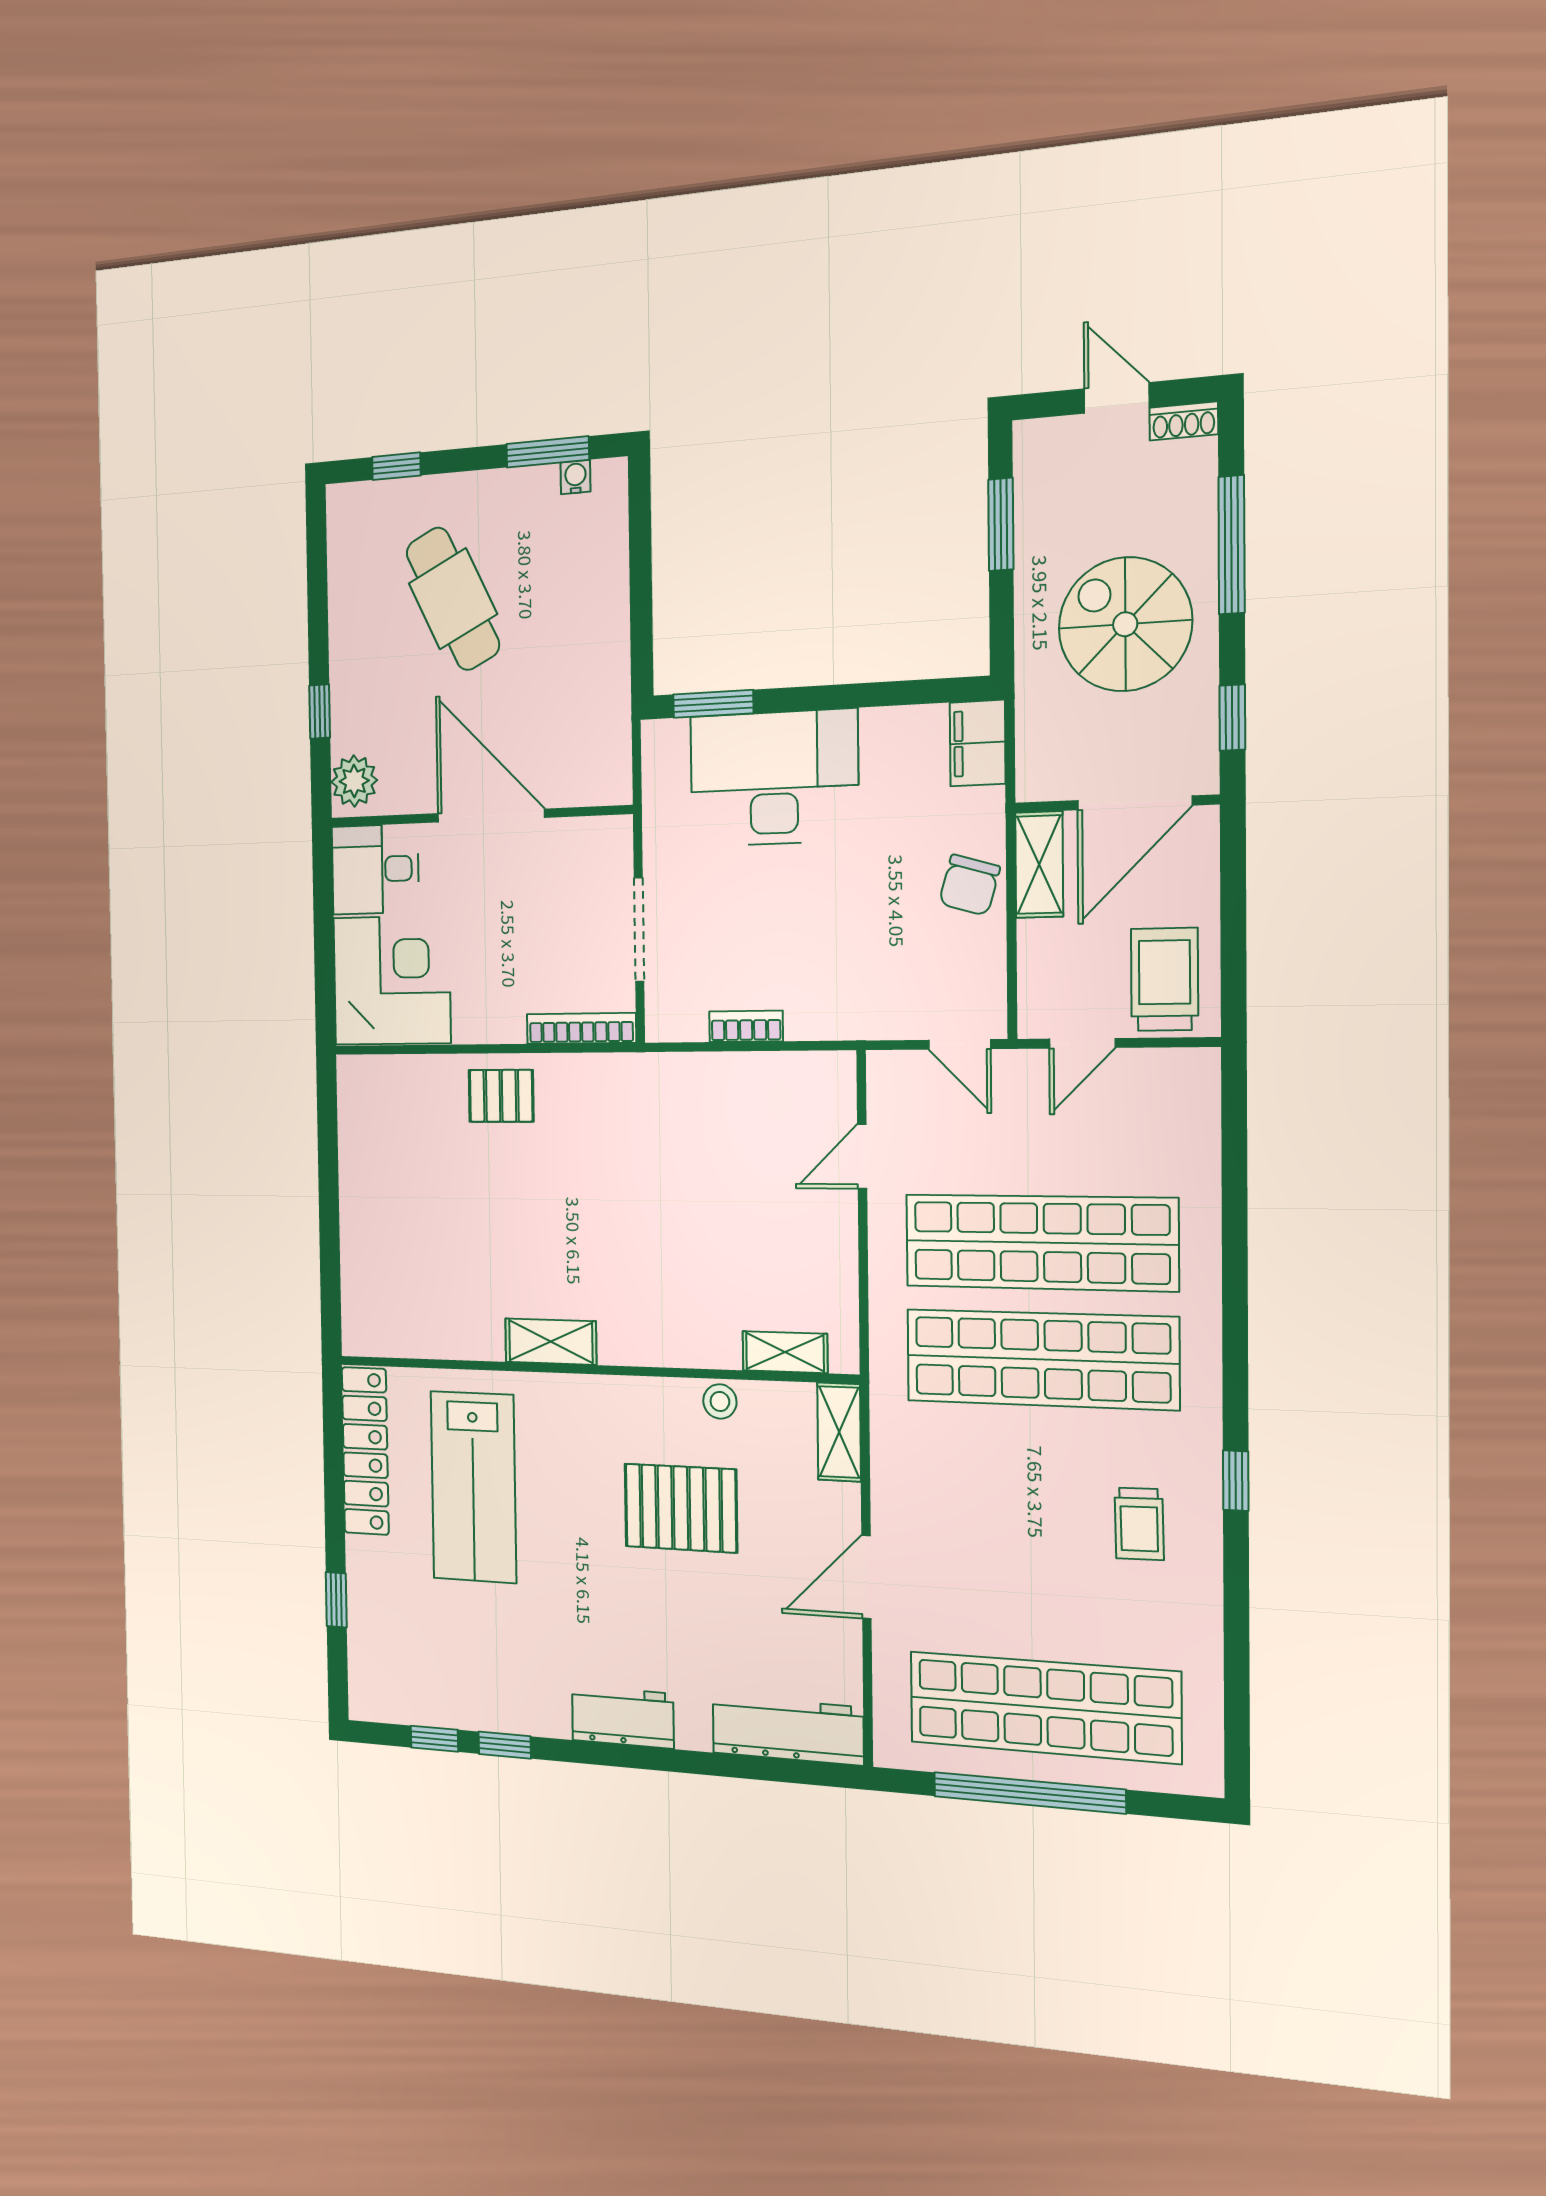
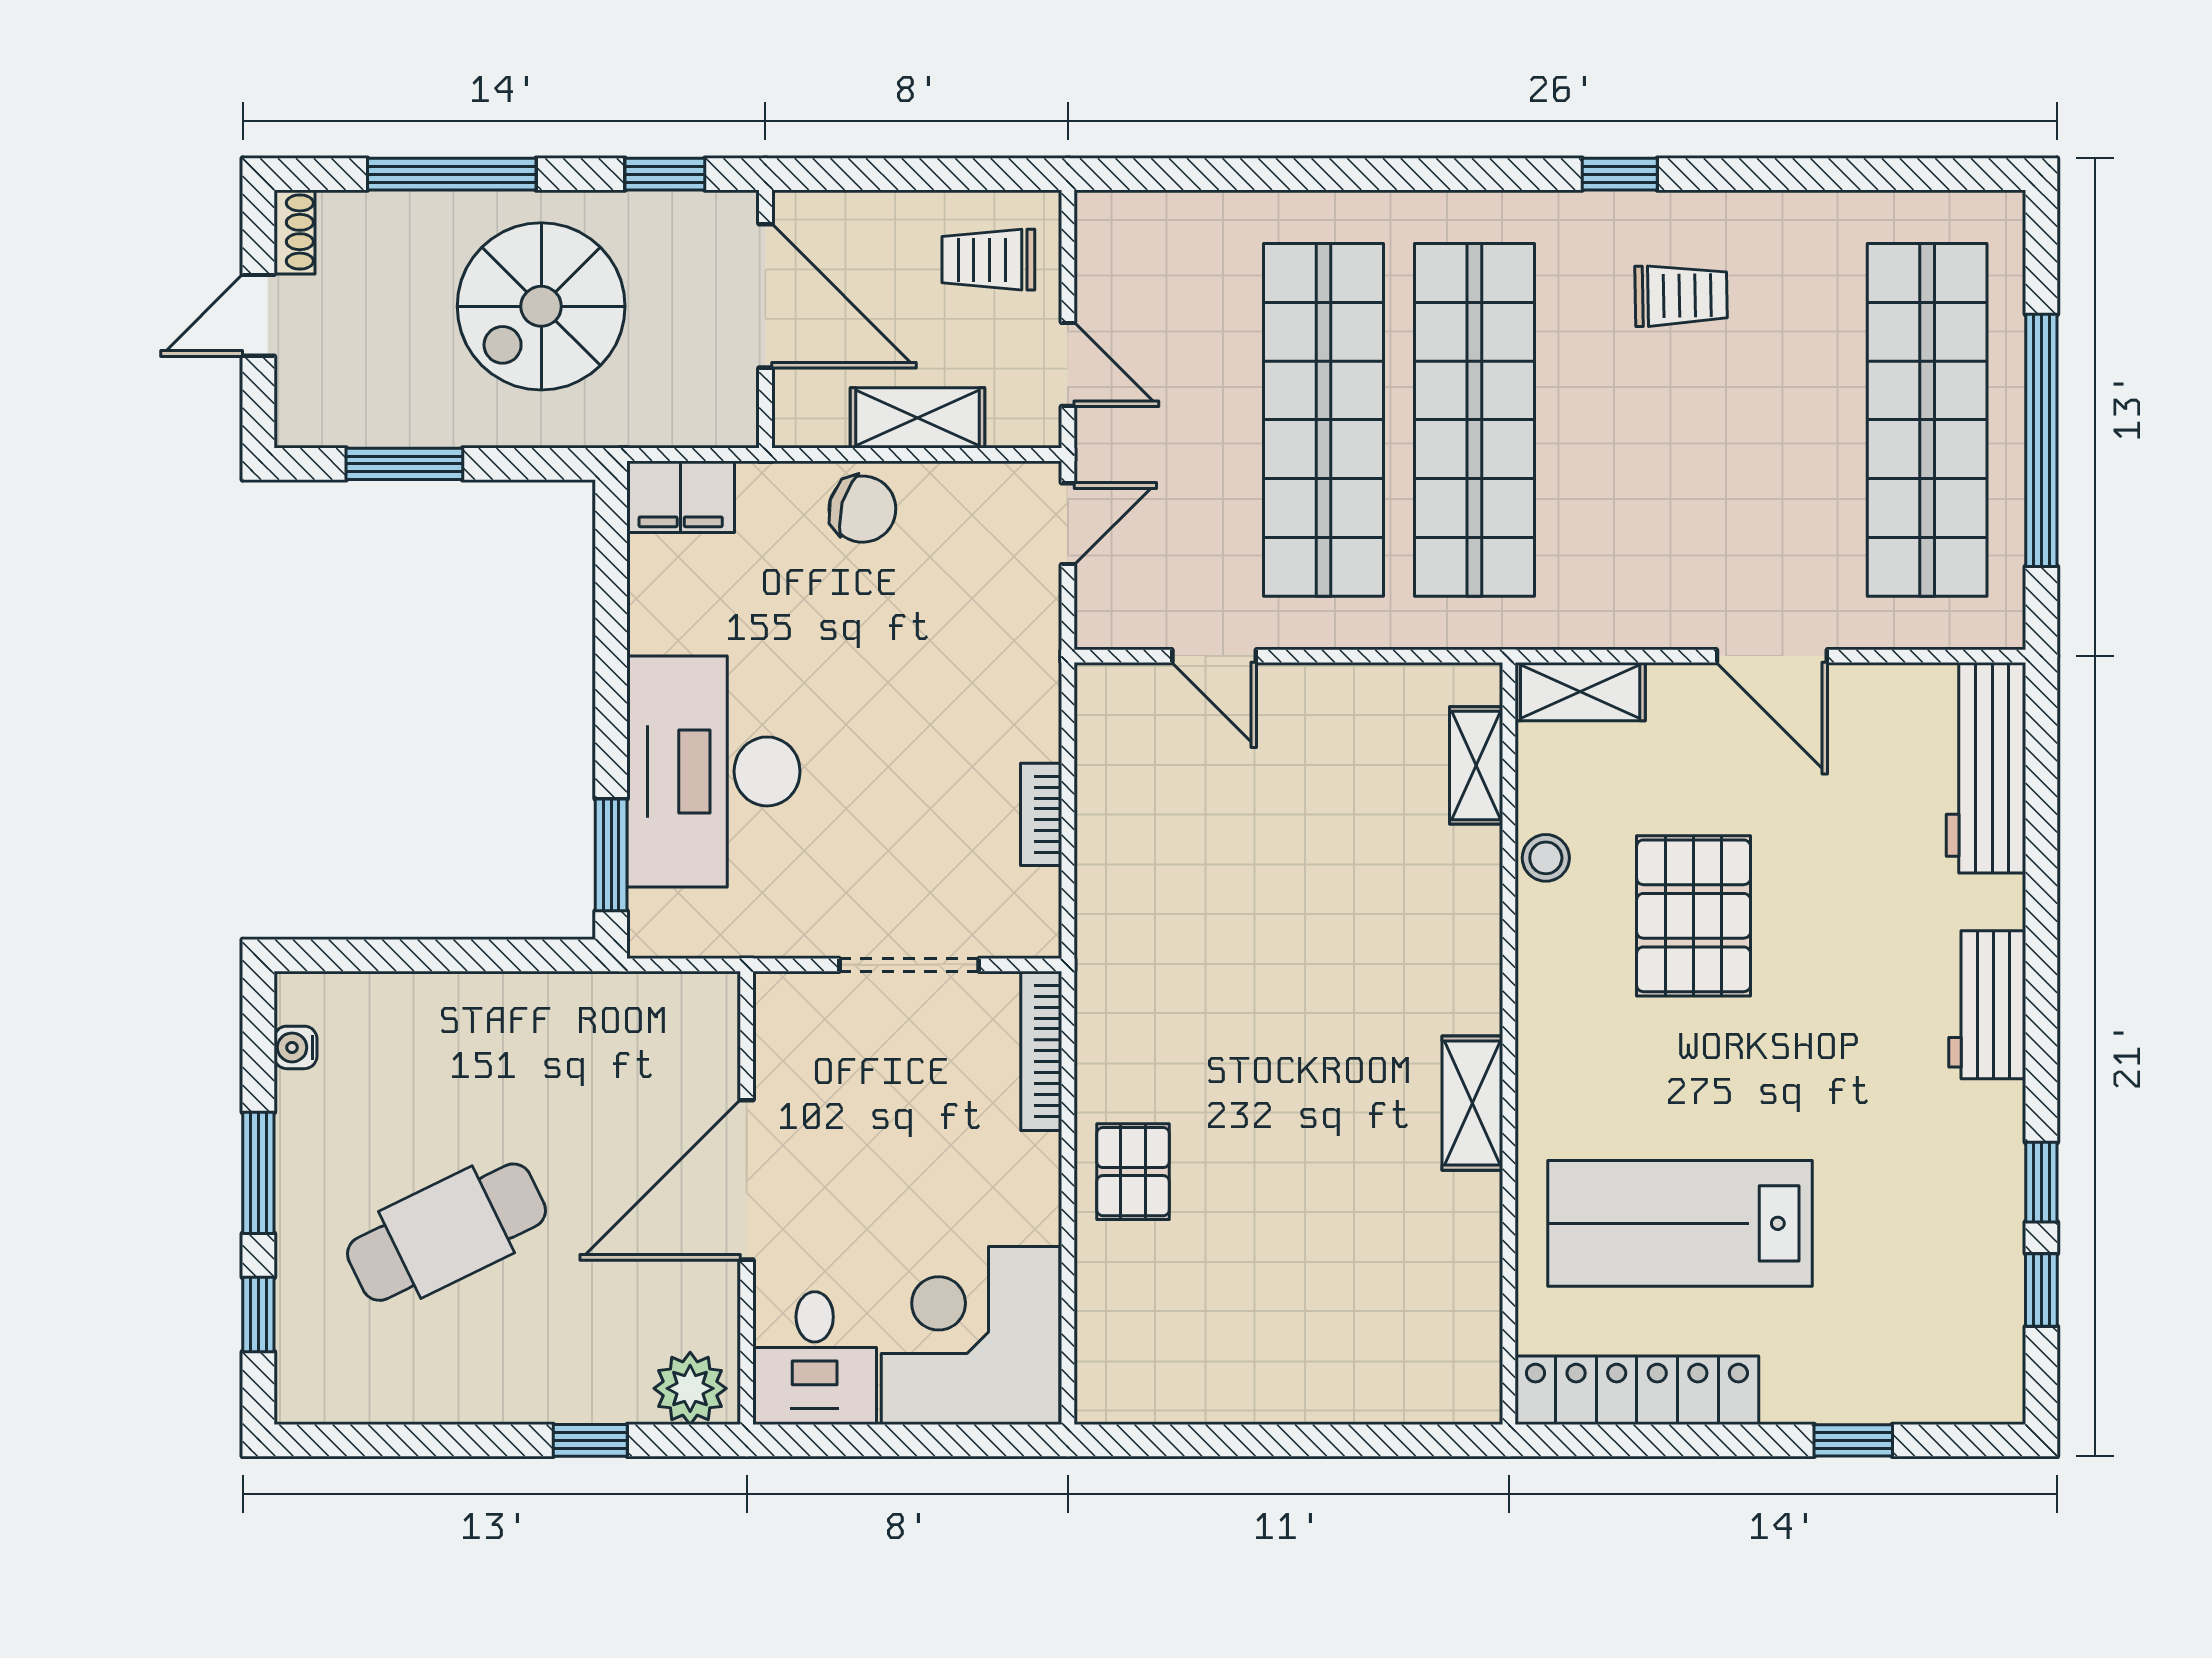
window: (548, 452) -> (258, 1173), moved
shelving: (1039, 865) -> (918, 418), moved
trolley: (1165, 979) -> (988, 260), width x0.73, depth x0.72
lab bench: (473, 1487) -> (1680, 1223), turned 180

